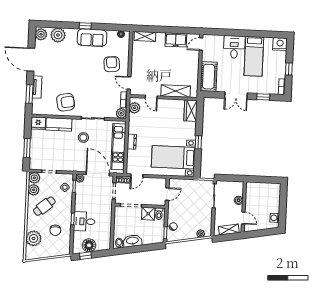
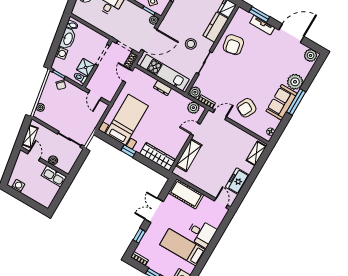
window: (85, 26) -> (296, 102), width x2.17
plant: (58, 35) -> (295, 82), moved
armchair: (112, 64) -> (246, 108), turned 123
wardrobe: (191, 111) -> (158, 157), width x1.50
kitchen sink: (251, 193) -> (54, 176), added
door: (243, 218) -> (34, 156), swing flipped
washing machine: (147, 240) -> (61, 53), added

